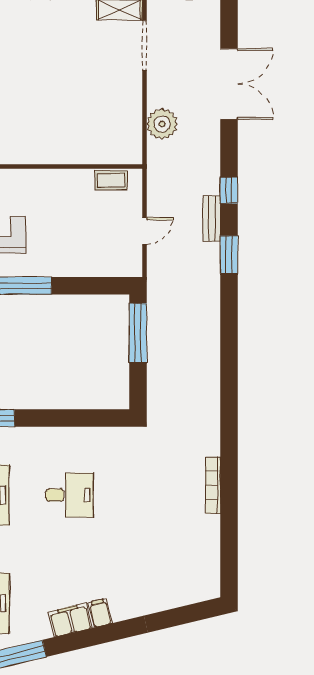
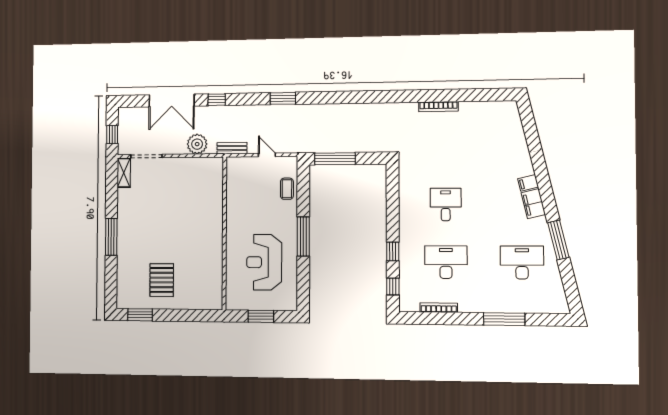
double door: (229, 84) -> (172, 100), swing flipped
coffee table: (111, 180) -> (287, 189), moved
window: (229, 190) -> (217, 100), moved
bench: (212, 218) -> (232, 148), moved

